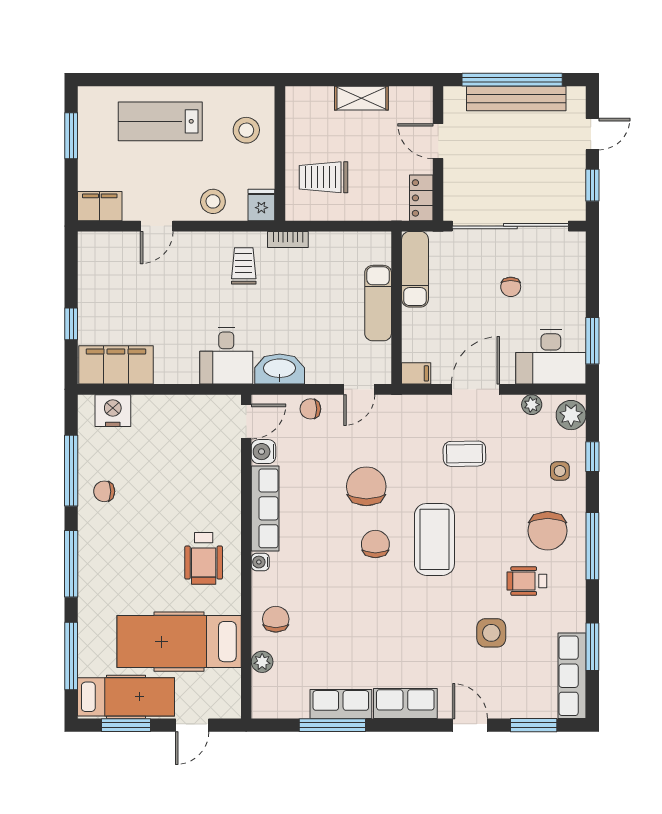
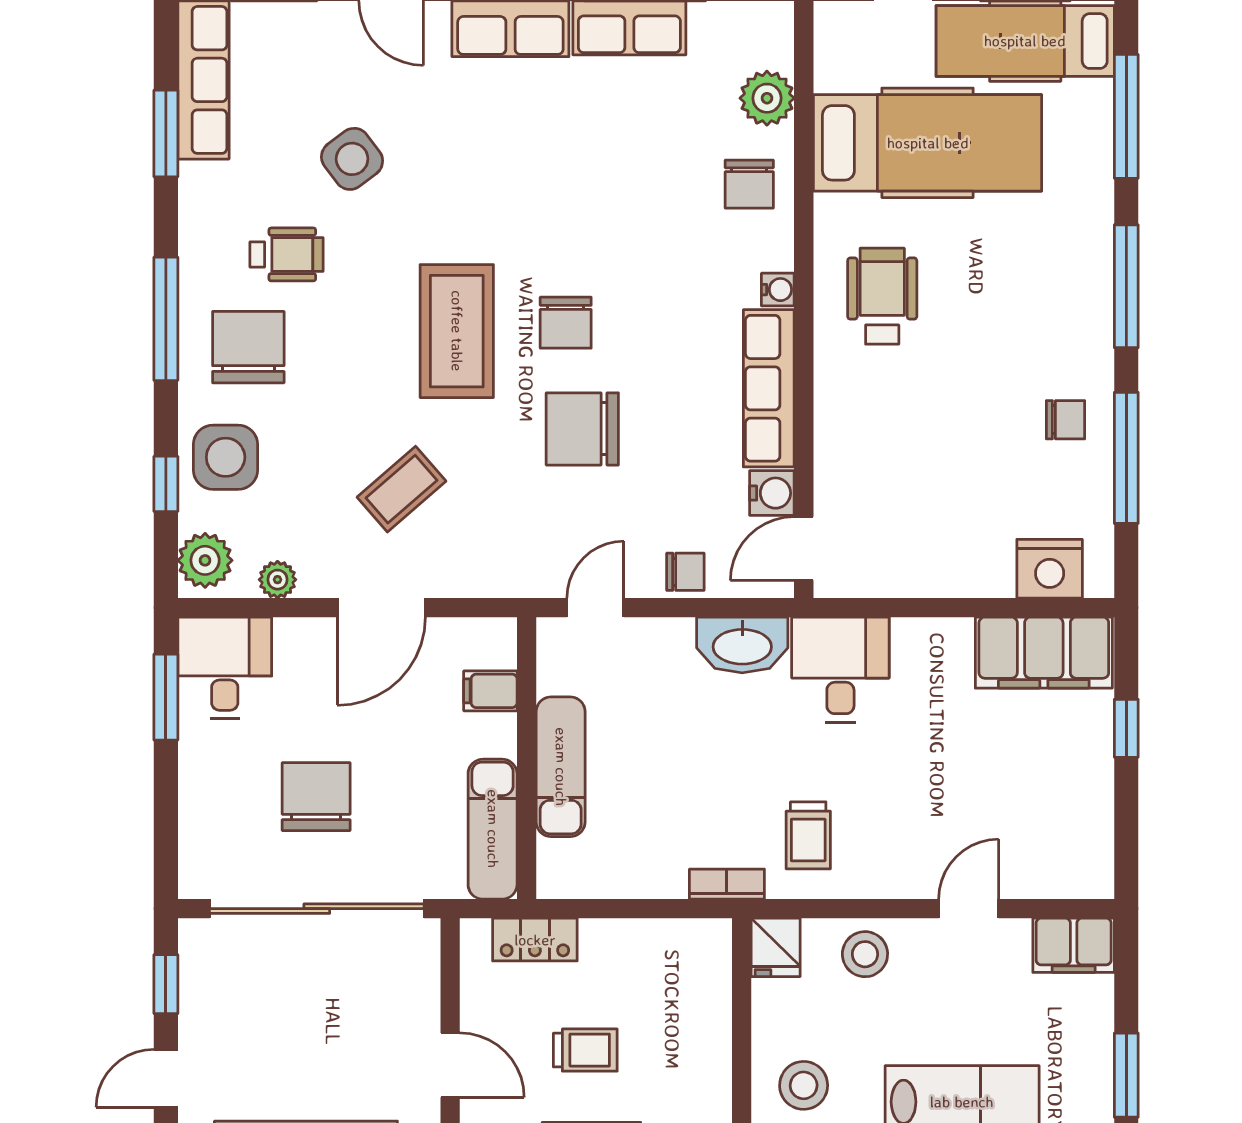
trolley: (324, 177) -> (585, 1050), moved, width x0.73, depth x0.72
locker: (421, 198) -> (535, 940), moved, turned 90
chair: (511, 287) -> (316, 797), width x1.87, depth x1.87
desk: (551, 357) -> (225, 668), width x0.73
filing cabinet: (416, 373) -> (490, 691), moved
coffee table: (464, 454) -> (401, 489), turned -40
side table: (560, 471) -> (226, 457), width x1.87, depth x1.87
chair: (366, 486) -> (582, 429), turned 90
side table: (491, 633) -> (352, 159), turned -37
plant: (262, 662) -> (767, 98), width x1.38, depth x1.38

